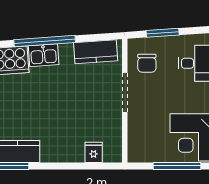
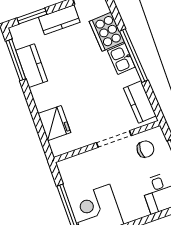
chair: (147, 63) -> (145, 149), turned 180
fridge: (94, 152) -> (54, 123), width x1.88, depth x1.34

